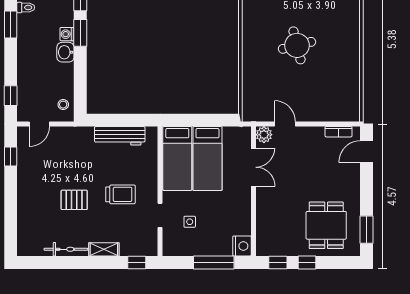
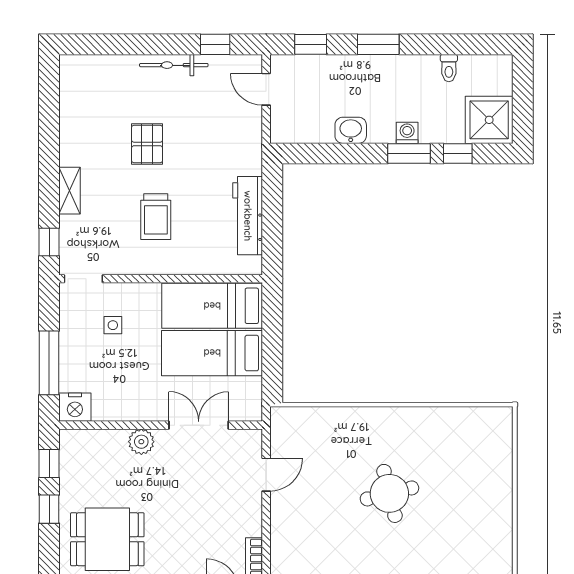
window: (11, 25) -> (378, 44), moved
washbasin: (65, 52) -> (351, 130), moved
stool: (63, 105) -> (297, 127), removed
plant: (264, 135) -> (141, 442), moved
double door: (253, 167) -> (199, 425), swing flipped
doorway: (160, 215) -> (83, 279), moved
bicycle: (66, 249) -> (174, 65), moved, turned 90

